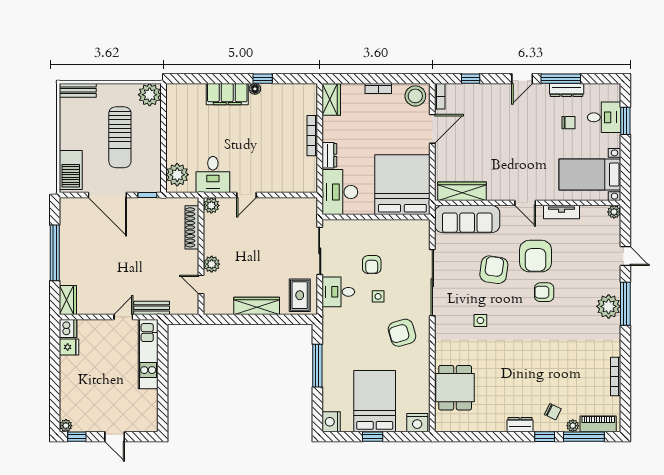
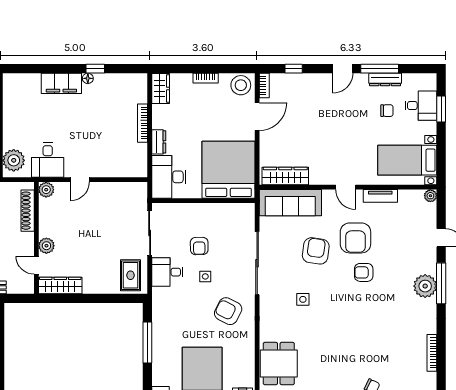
wardrobe: (257, 306) -> (60, 285), moved
armchair: (402, 333) -> (228, 311), turned 43

